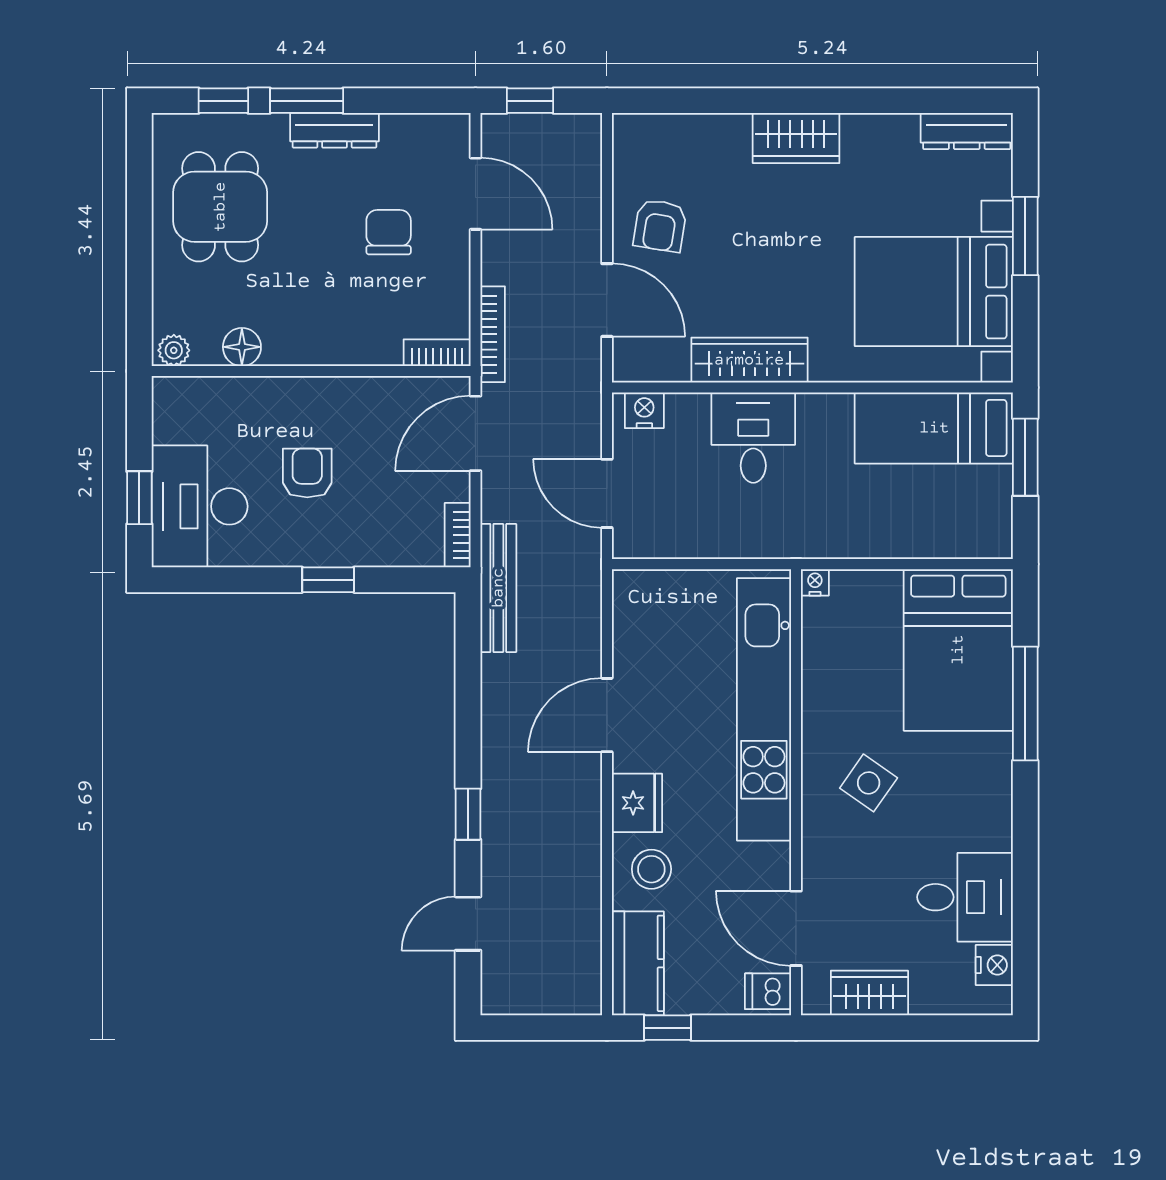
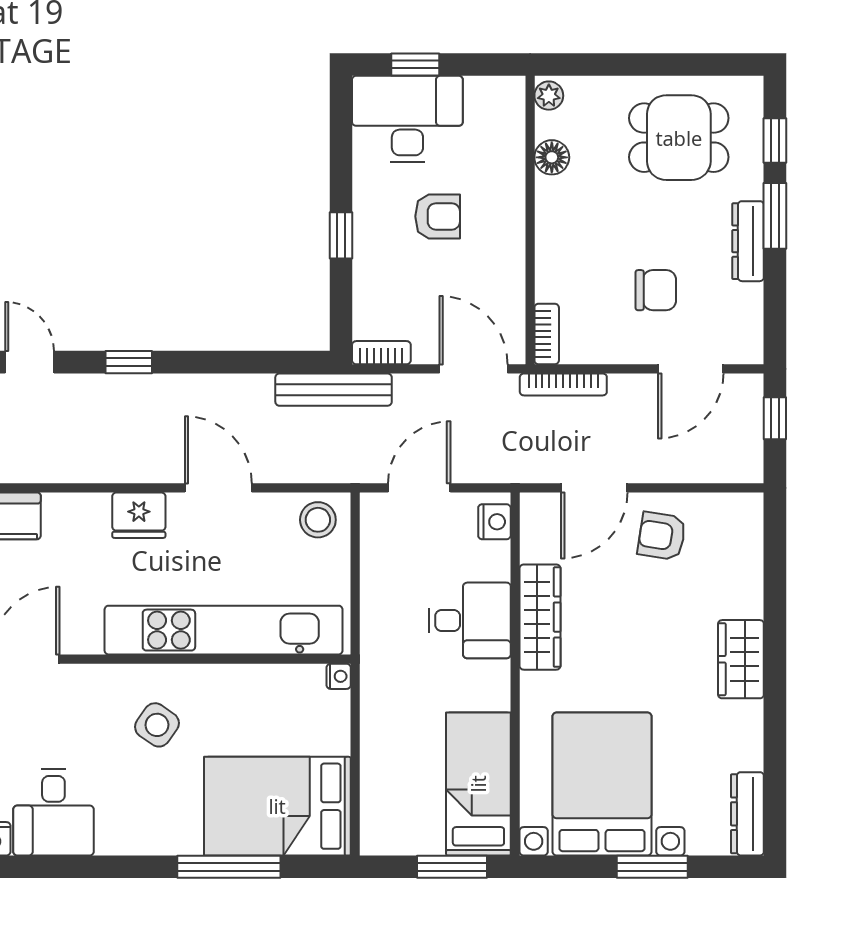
stool: (651, 869) -> (318, 520), moved

